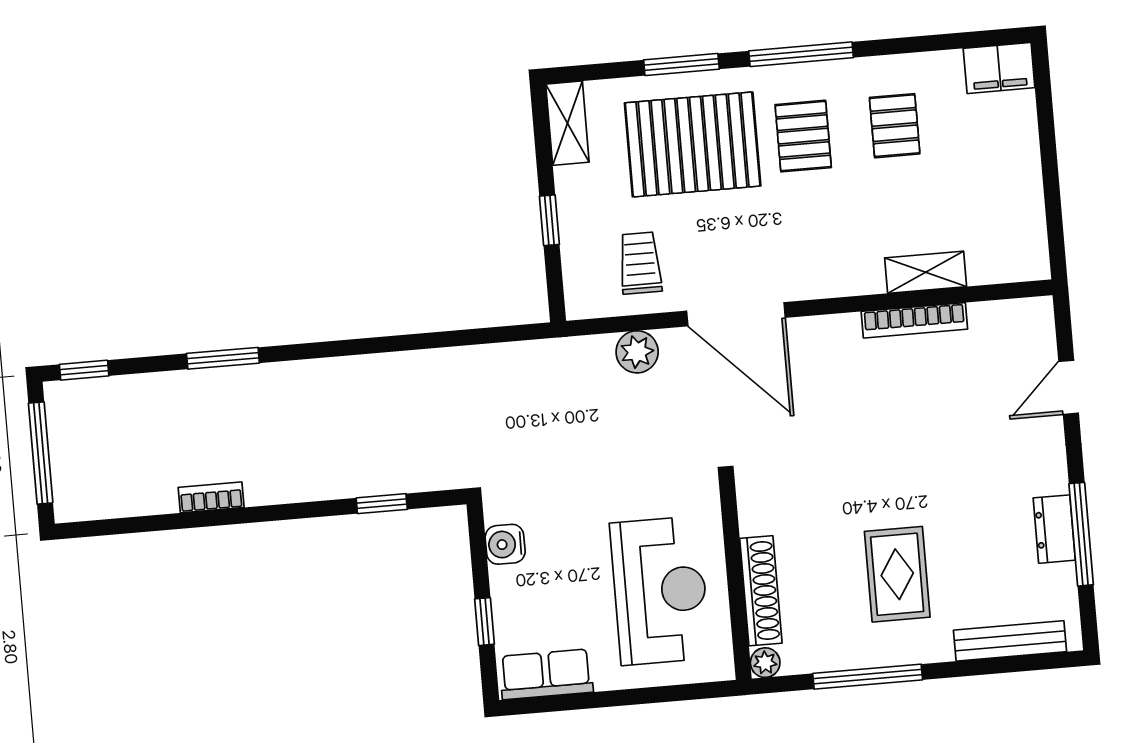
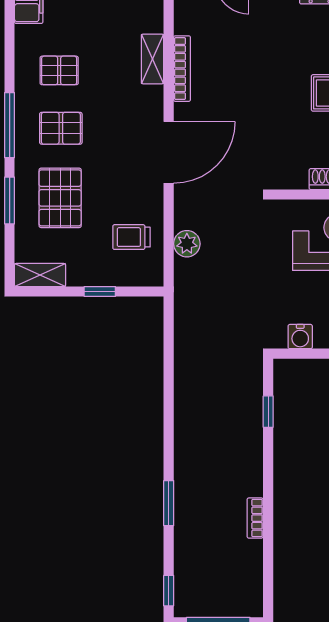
pallet: (693, 144) -> (60, 198), width x0.73, depth x0.71
door: (736, 314) -> (169, 152), moved

